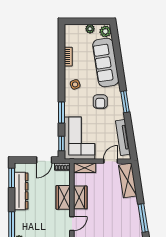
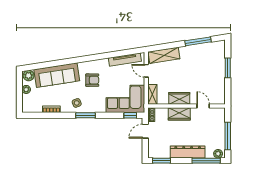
window: (125, 102) -> (92, 58), removed
window: (62, 113) -> (86, 115), moved
door: (44, 160) -> (145, 131), swing flipped
dresser: (21, 191) -> (188, 152), moved

